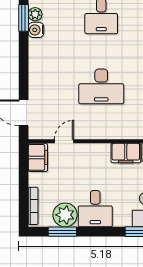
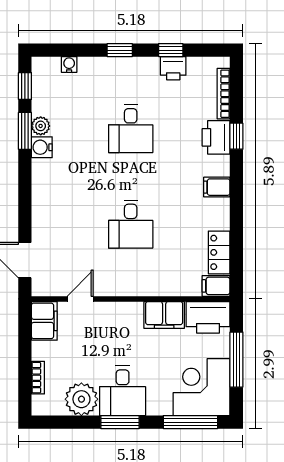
desk: (101, 86) -> (131, 224), width x0.73
bookcase: (33, 206) -> (38, 378), width x0.64
window: (62, 232) -> (120, 422), moved

